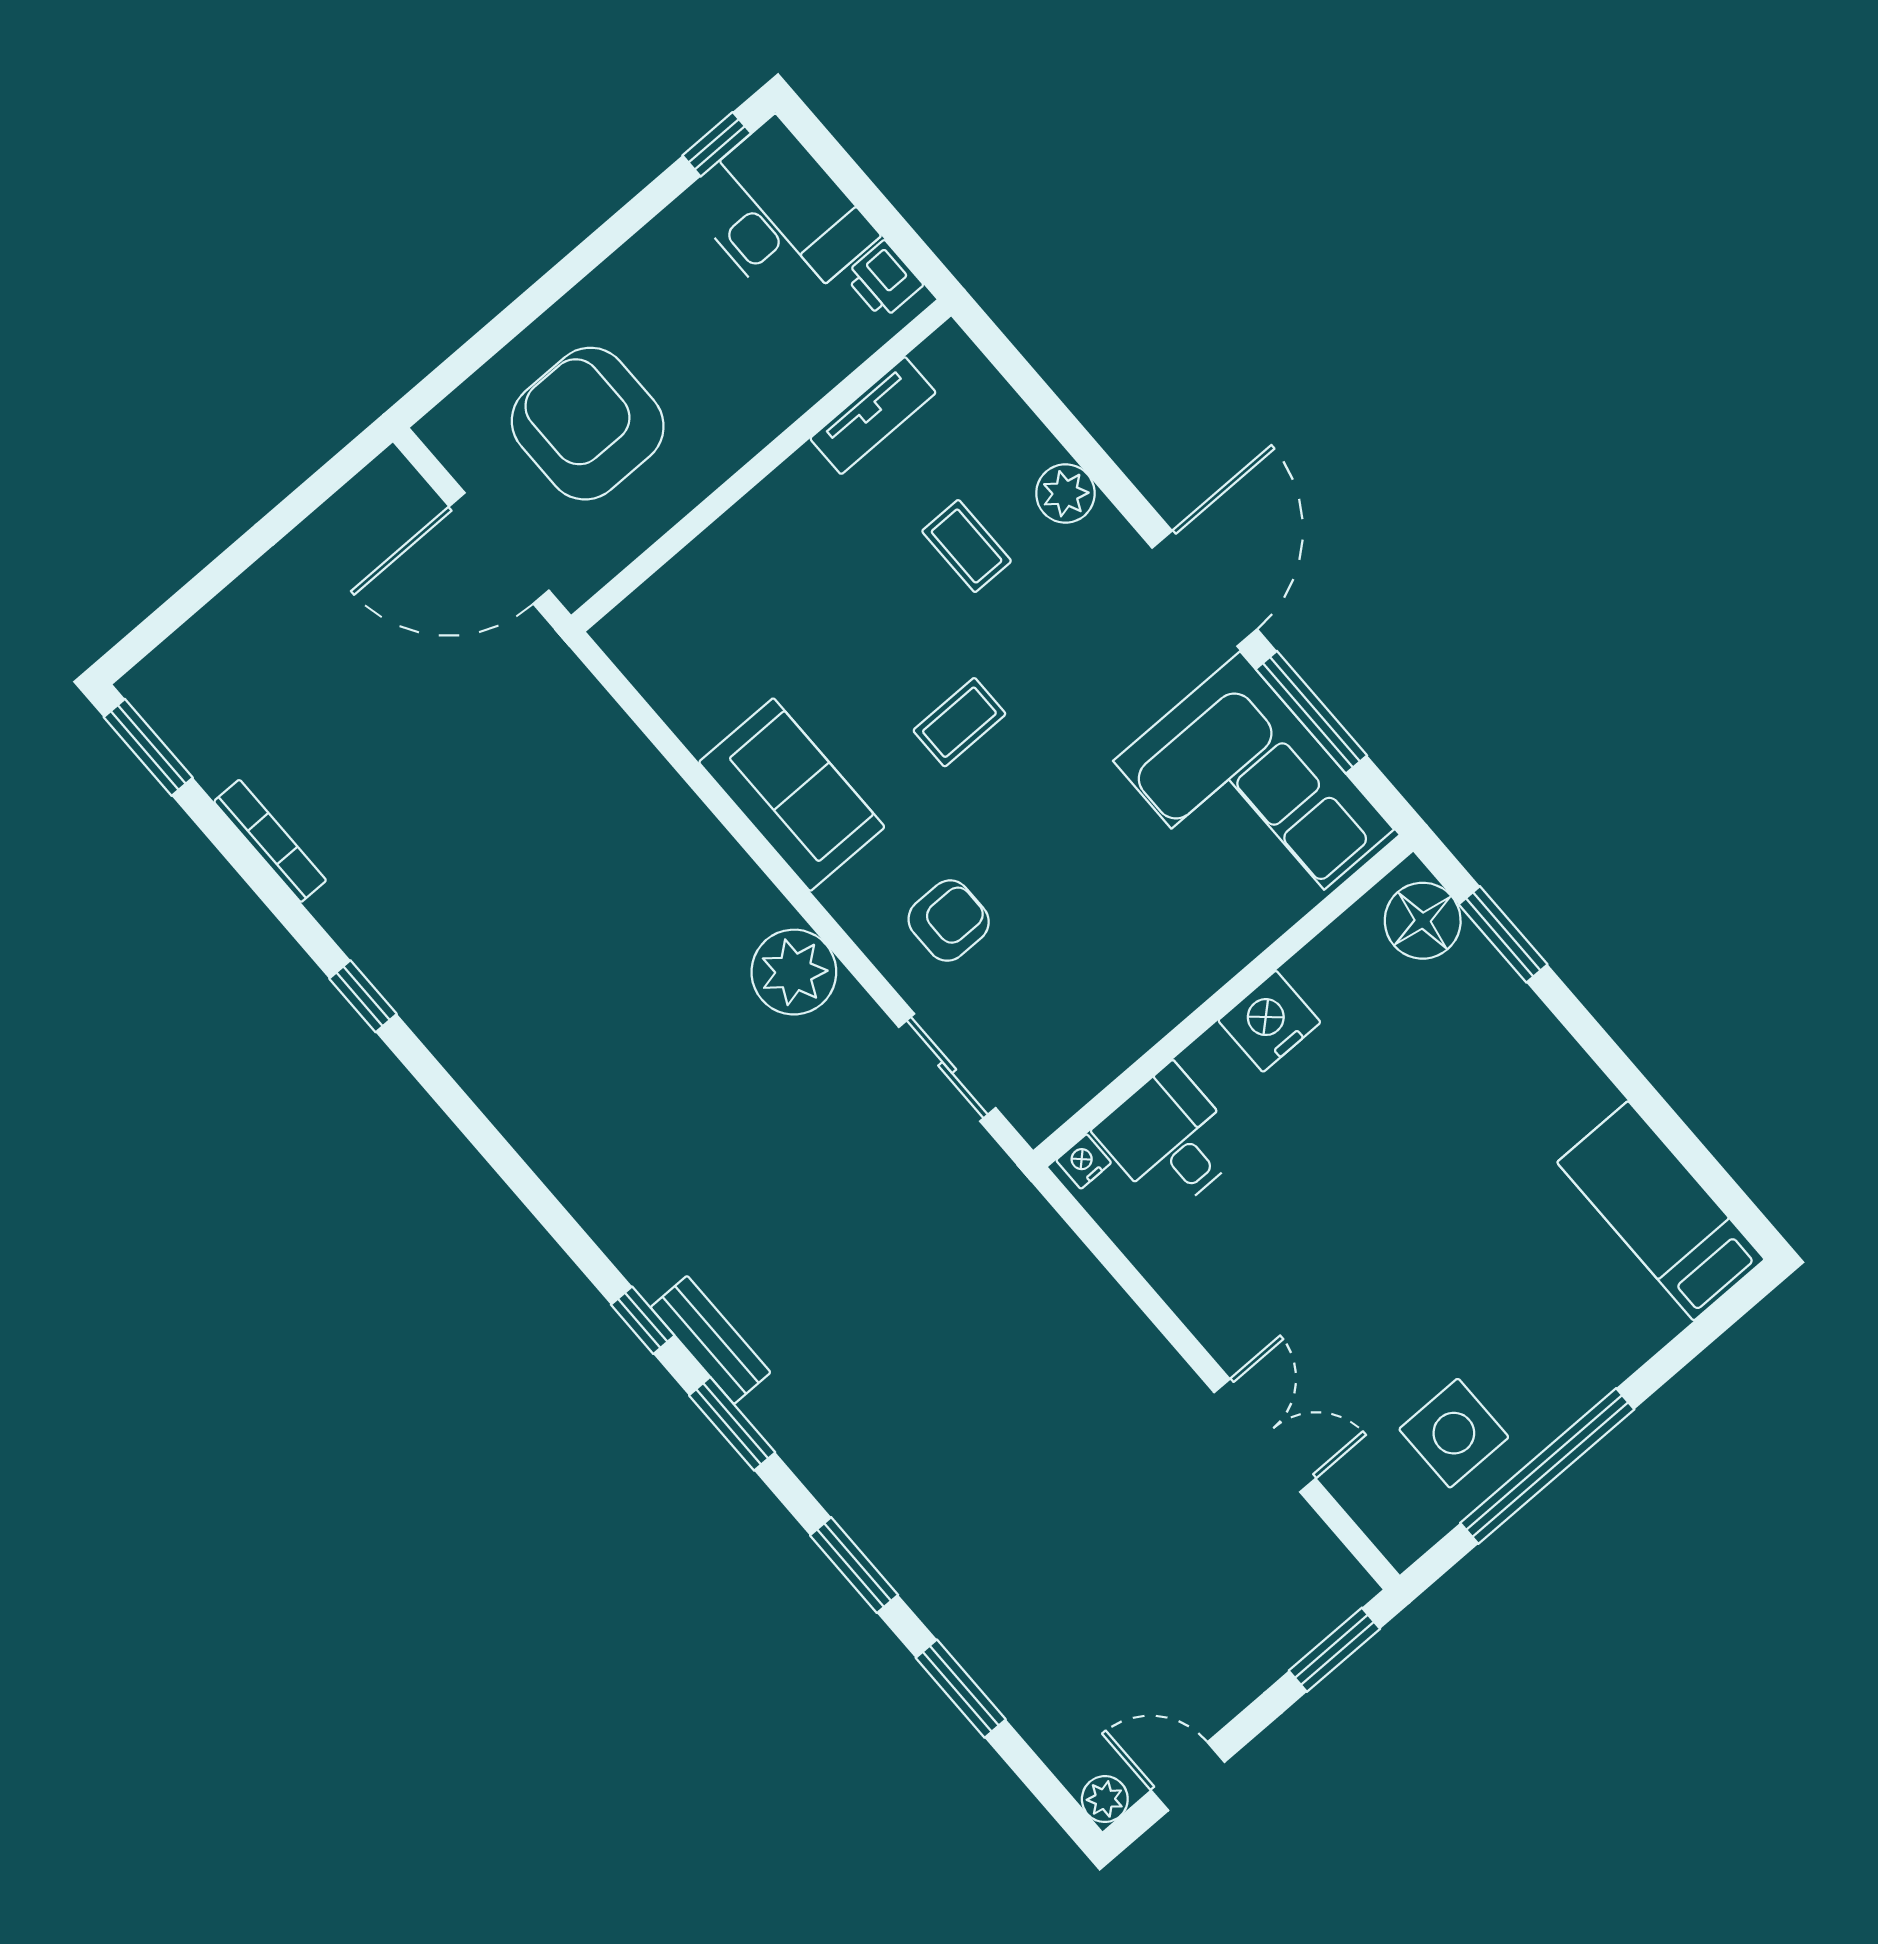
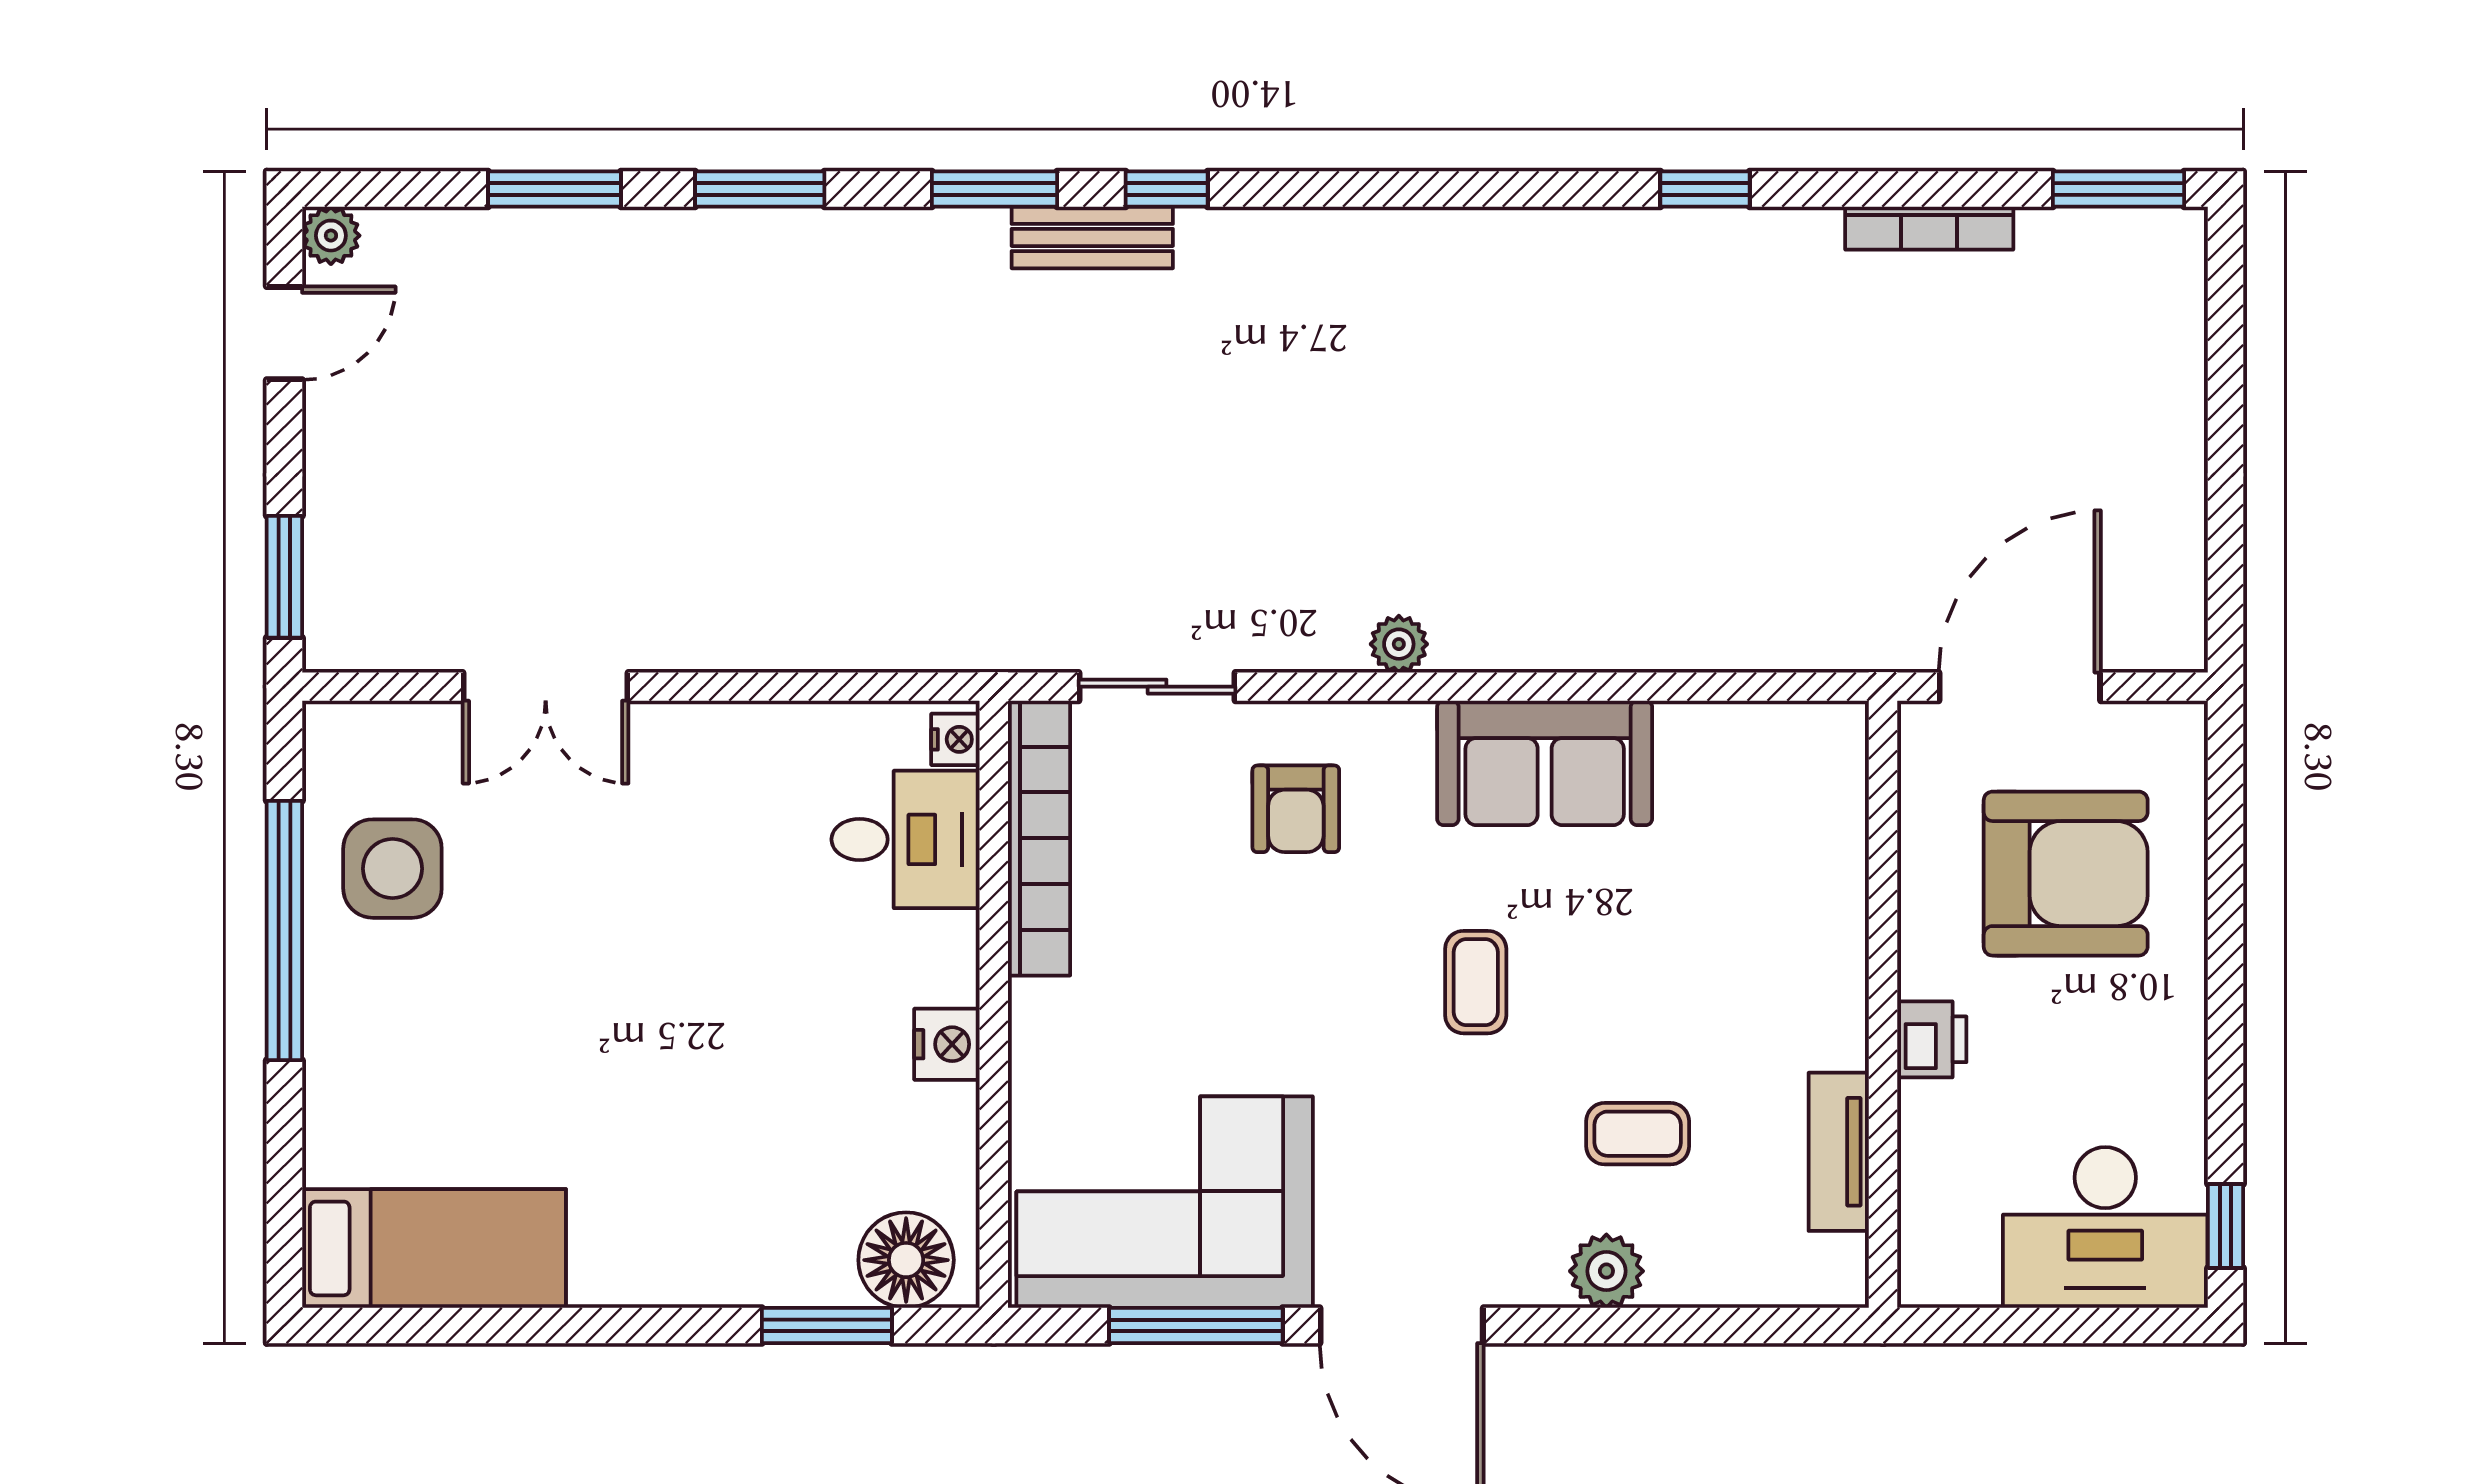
printer: (883, 280) -> (1932, 1039), moved, turned 90
plant: (794, 972) -> (1399, 644), width x0.53, depth x0.53
nightstand: (1269, 1021) -> (947, 1044), width x0.74, depth x0.75
bookcase: (1100, 1060) -> (1039, 838), added

